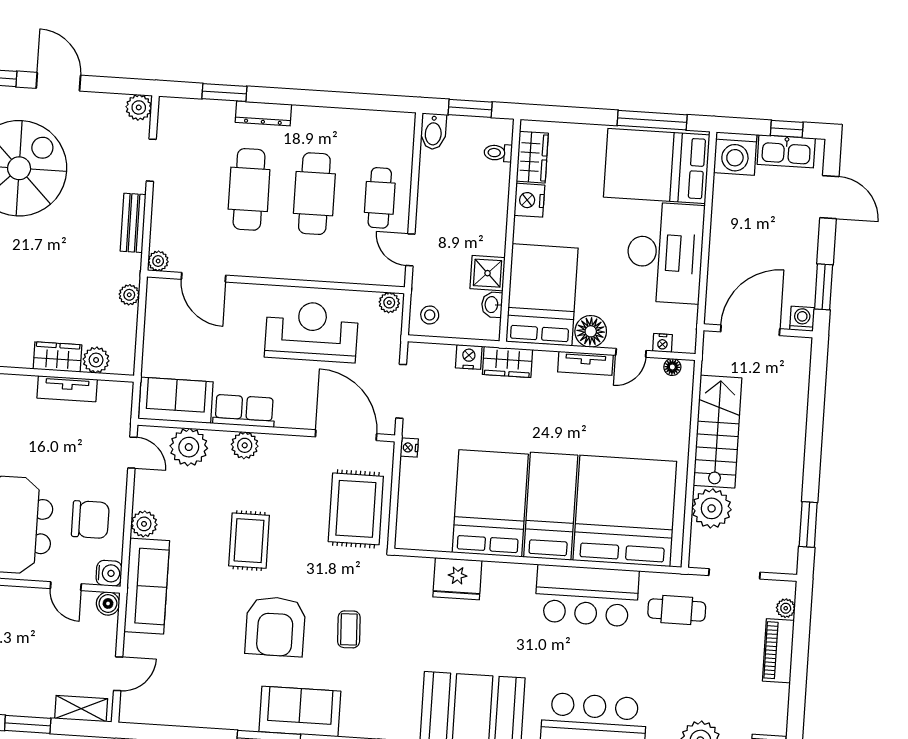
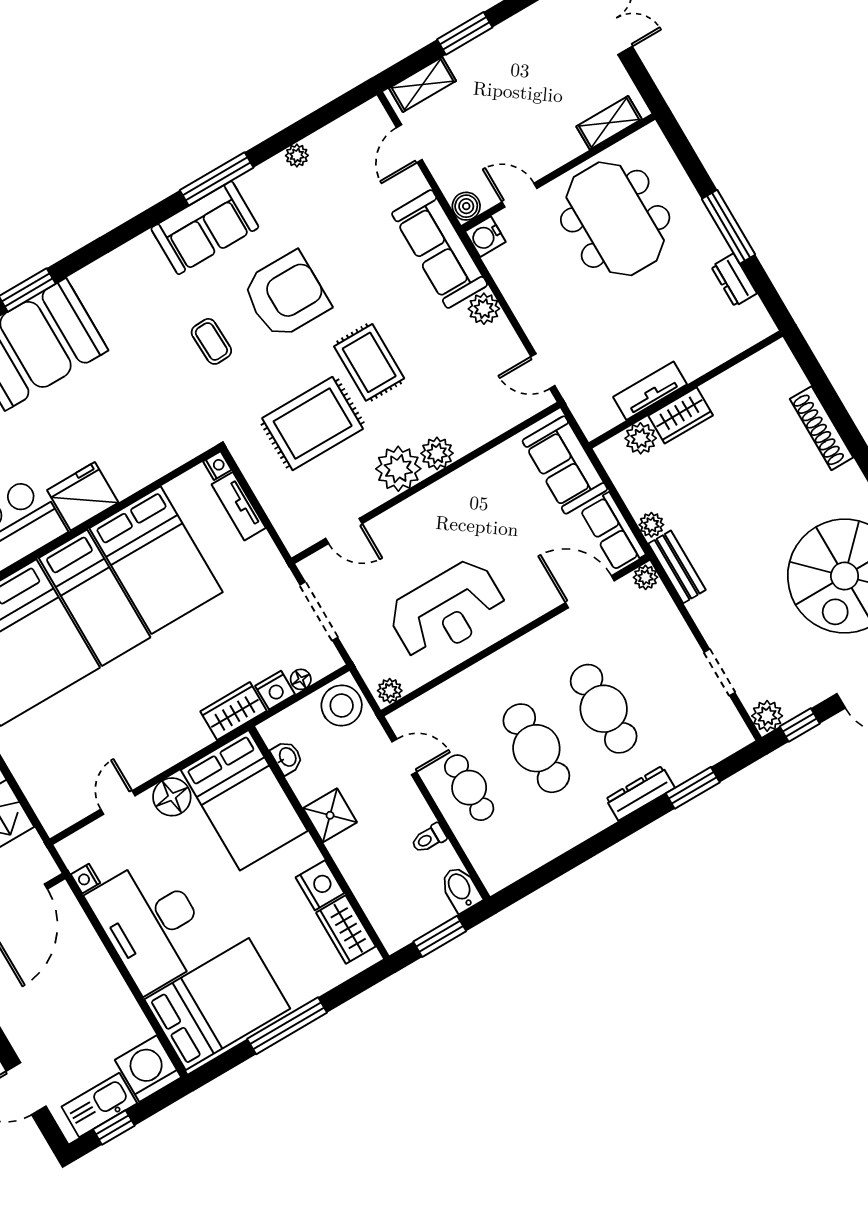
window: (120, 86) -> (800, 725), added
window: (652, 120) -> (287, 1026), moved
toilet: (498, 153) -> (429, 838), moved, turned 180
bench: (133, 223) -> (677, 567), moved
shower: (488, 273) -> (330, 815), moved
stool: (430, 315) -> (342, 706), width x1.89, depth x1.89
nightstand: (663, 343) -> (85, 879), moved, turned -90
tv unit: (585, 363) -> (239, 506), moved, turned -90
floor lamp: (672, 367) -> (301, 679), moved
sofa: (176, 400) -> (565, 465), moved, turned 90
row of seats: (244, 411) -> (613, 532), moved, turned 90
door: (346, 435) -> (344, 531), width x0.53
plant: (189, 447) -> (398, 469), moved
nightstand: (409, 448) -> (217, 466), moved
rug: (356, 509) -> (313, 424), moved, turned 90
chair: (90, 520) -> (540, 277), removed
fridge: (457, 579) -> (83, 496), moved
armchair: (275, 626) -> (286, 295), turned 90
plant: (202, 718) -> (297, 155), added

